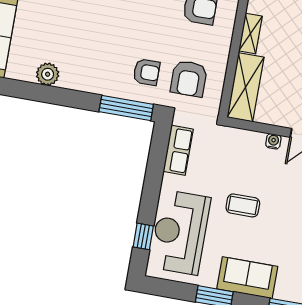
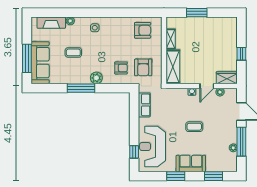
coffee table: (61, 27) -> (73, 52), added
plant: (48, 74) -> (96, 78), moved
window: (126, 108) -> (81, 88), moved
coffee table: (243, 205) -> (194, 127), moved

